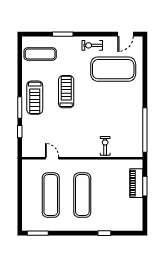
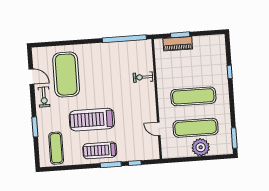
door: (126, 34) -> (31, 77), moved
treadmill: (66, 92) -> (92, 120), width x1.37, depth x1.38
treadmill: (35, 98) -> (100, 150), turned 180
door: (52, 158) -> (159, 129), hinge flipped
plant: (31, 199) -> (201, 147), added

